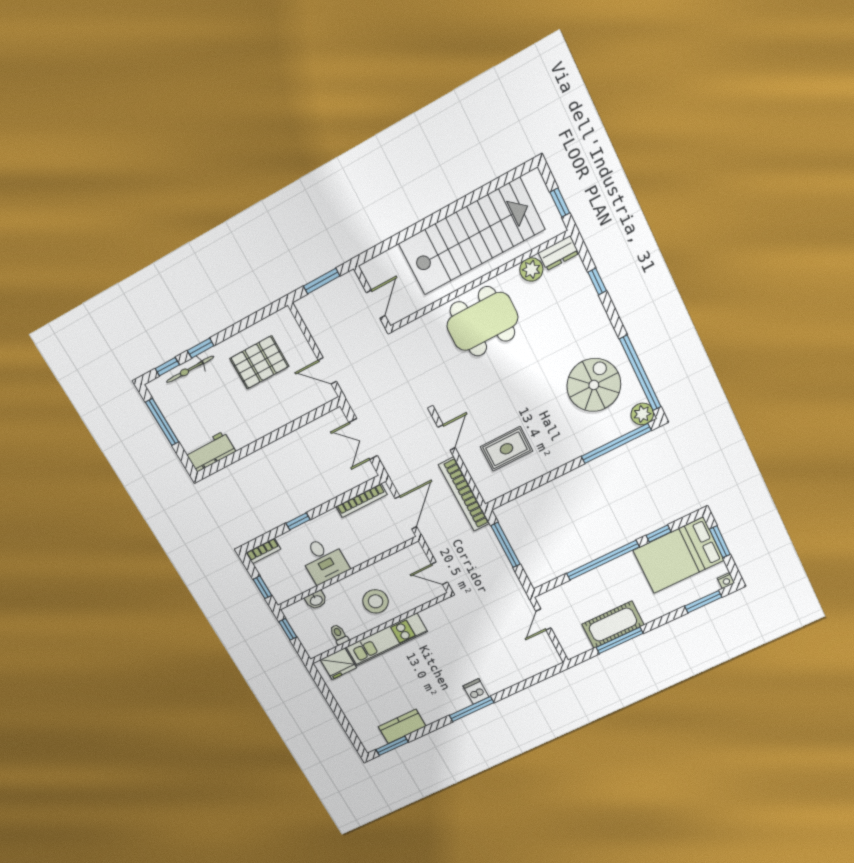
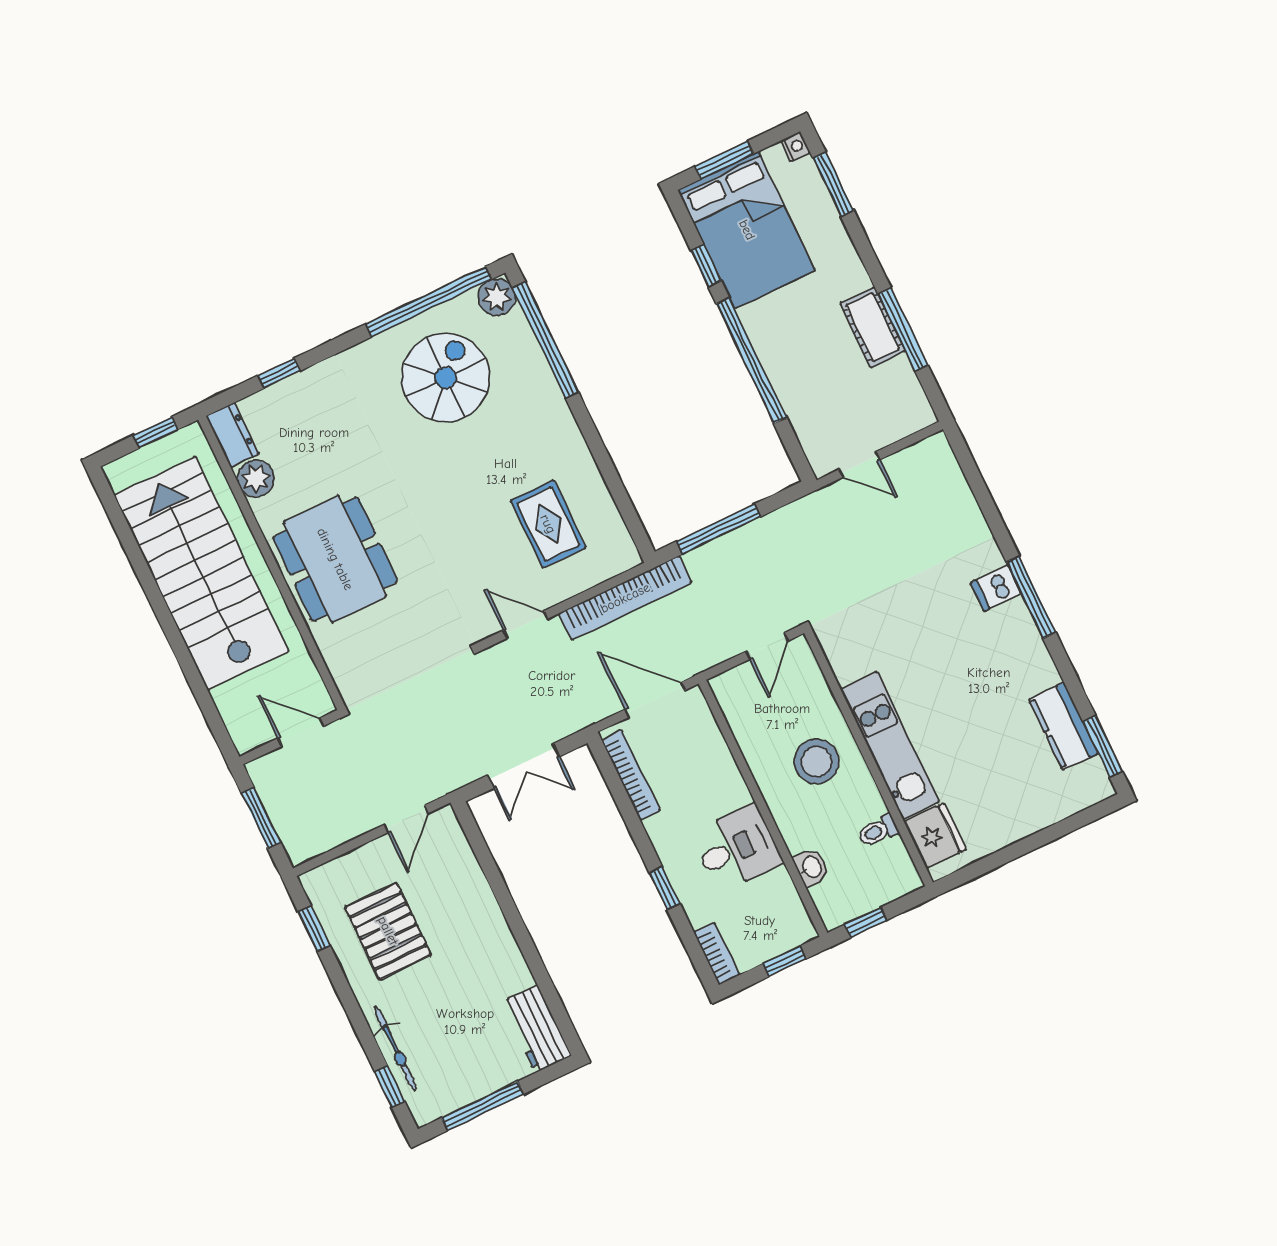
window: (201, 348) -> (314, 929), moved
spiral stairs: (594, 385) -> (445, 378), turned 90
cot: (613, 625) -> (873, 327), width x0.73, depth x0.75

